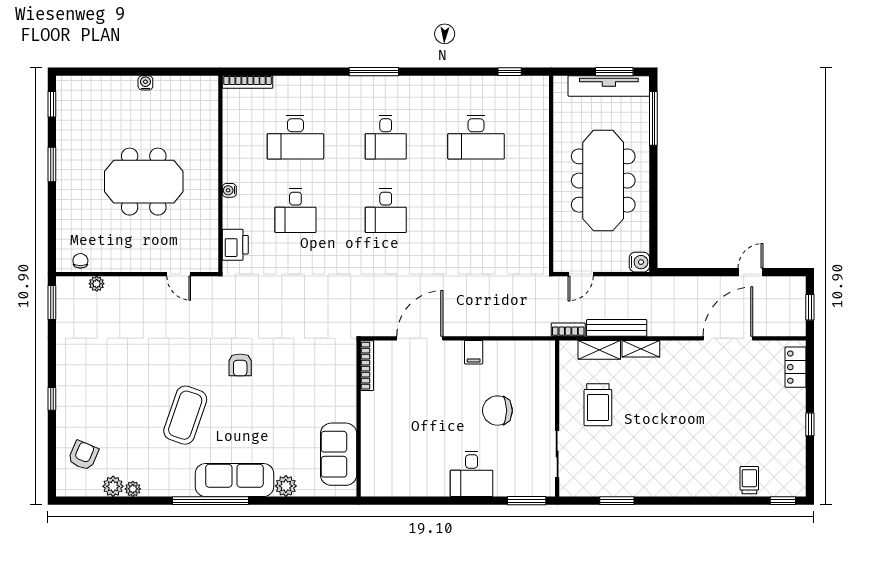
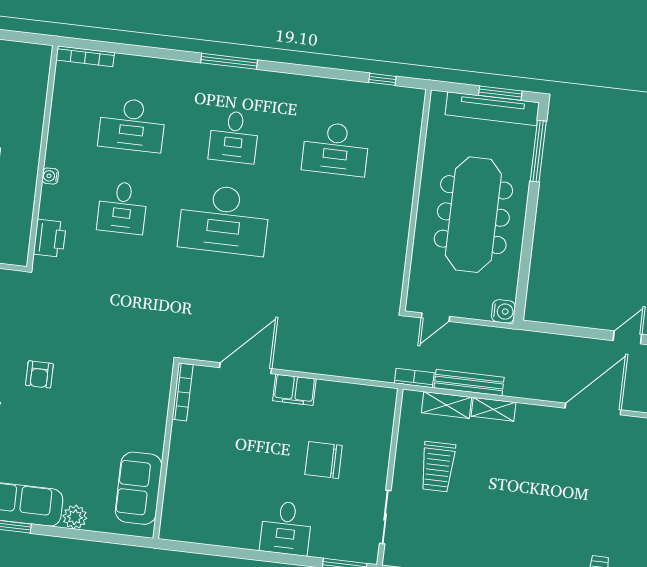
desk: (386, 211) -> (224, 220), width x1.87, depth x1.30
filing cabinet: (474, 352) -> (294, 390), width x2.00

